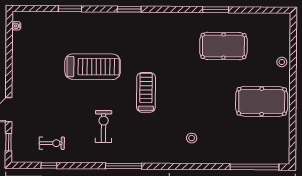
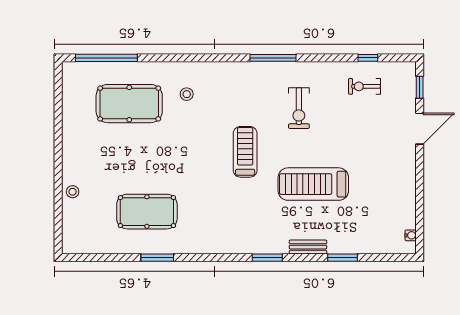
bench: (97, 17) -> (308, 247), added
treadmill: (146, 92) -> (245, 152), turned 180
pool table: (262, 101) -> (129, 104), moved

